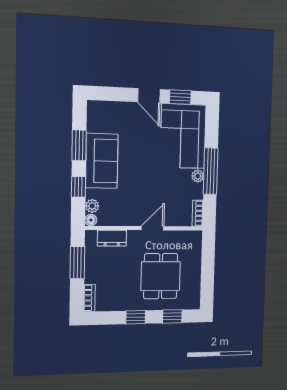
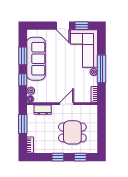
sofa: (102, 161) -> (36, 59), width x1.36
dining table: (161, 276) -> (72, 132), turned 90

